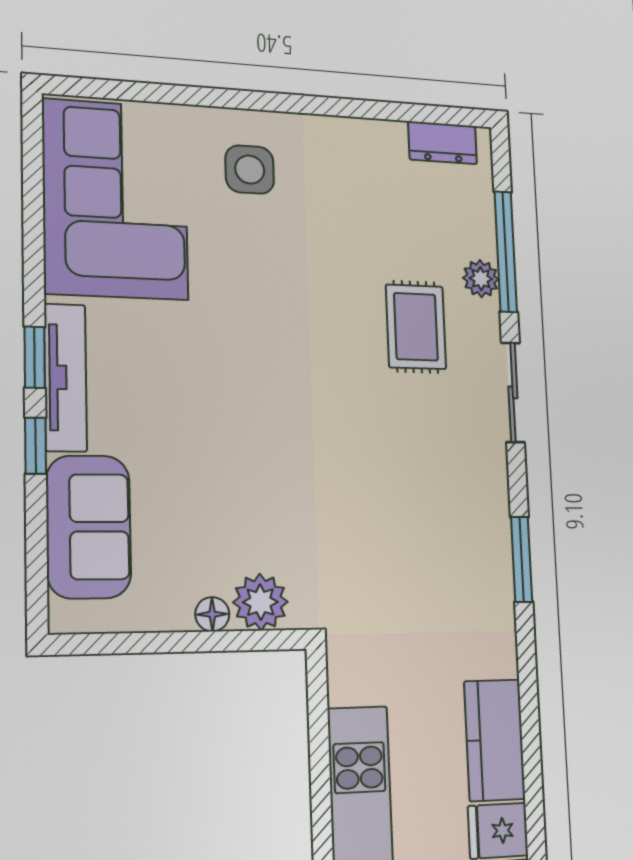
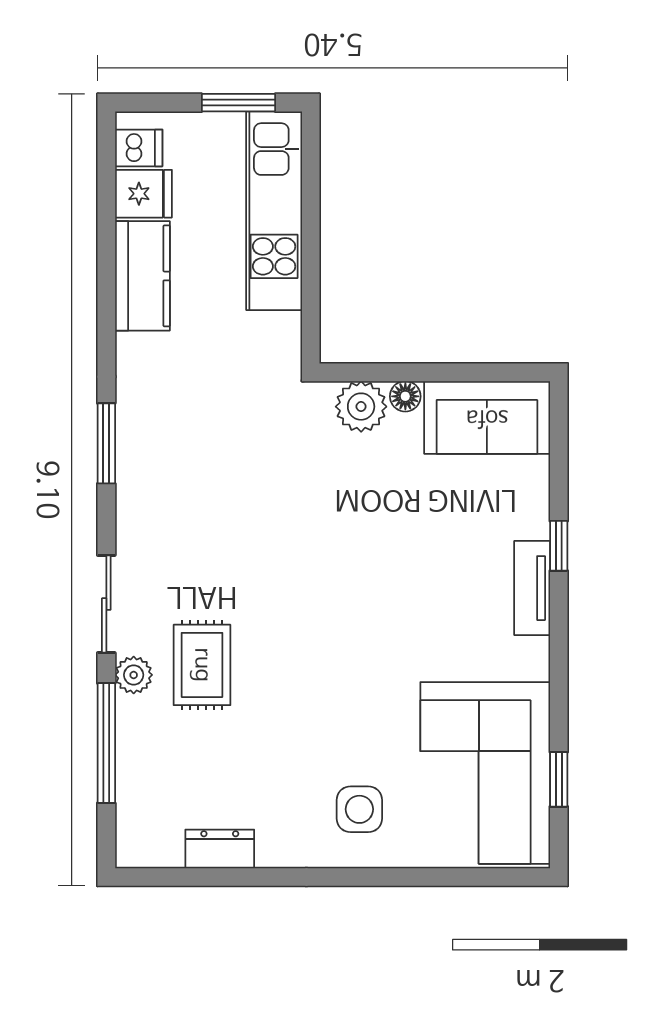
dresser: (443, 143) -> (220, 849), moved
plant: (481, 279) -> (134, 675), moved
window: (35, 357) -> (559, 779), moved
tv unit: (65, 377) -> (532, 588), width x0.71
sofa: (88, 527) -> (487, 417), moved, turned -90

